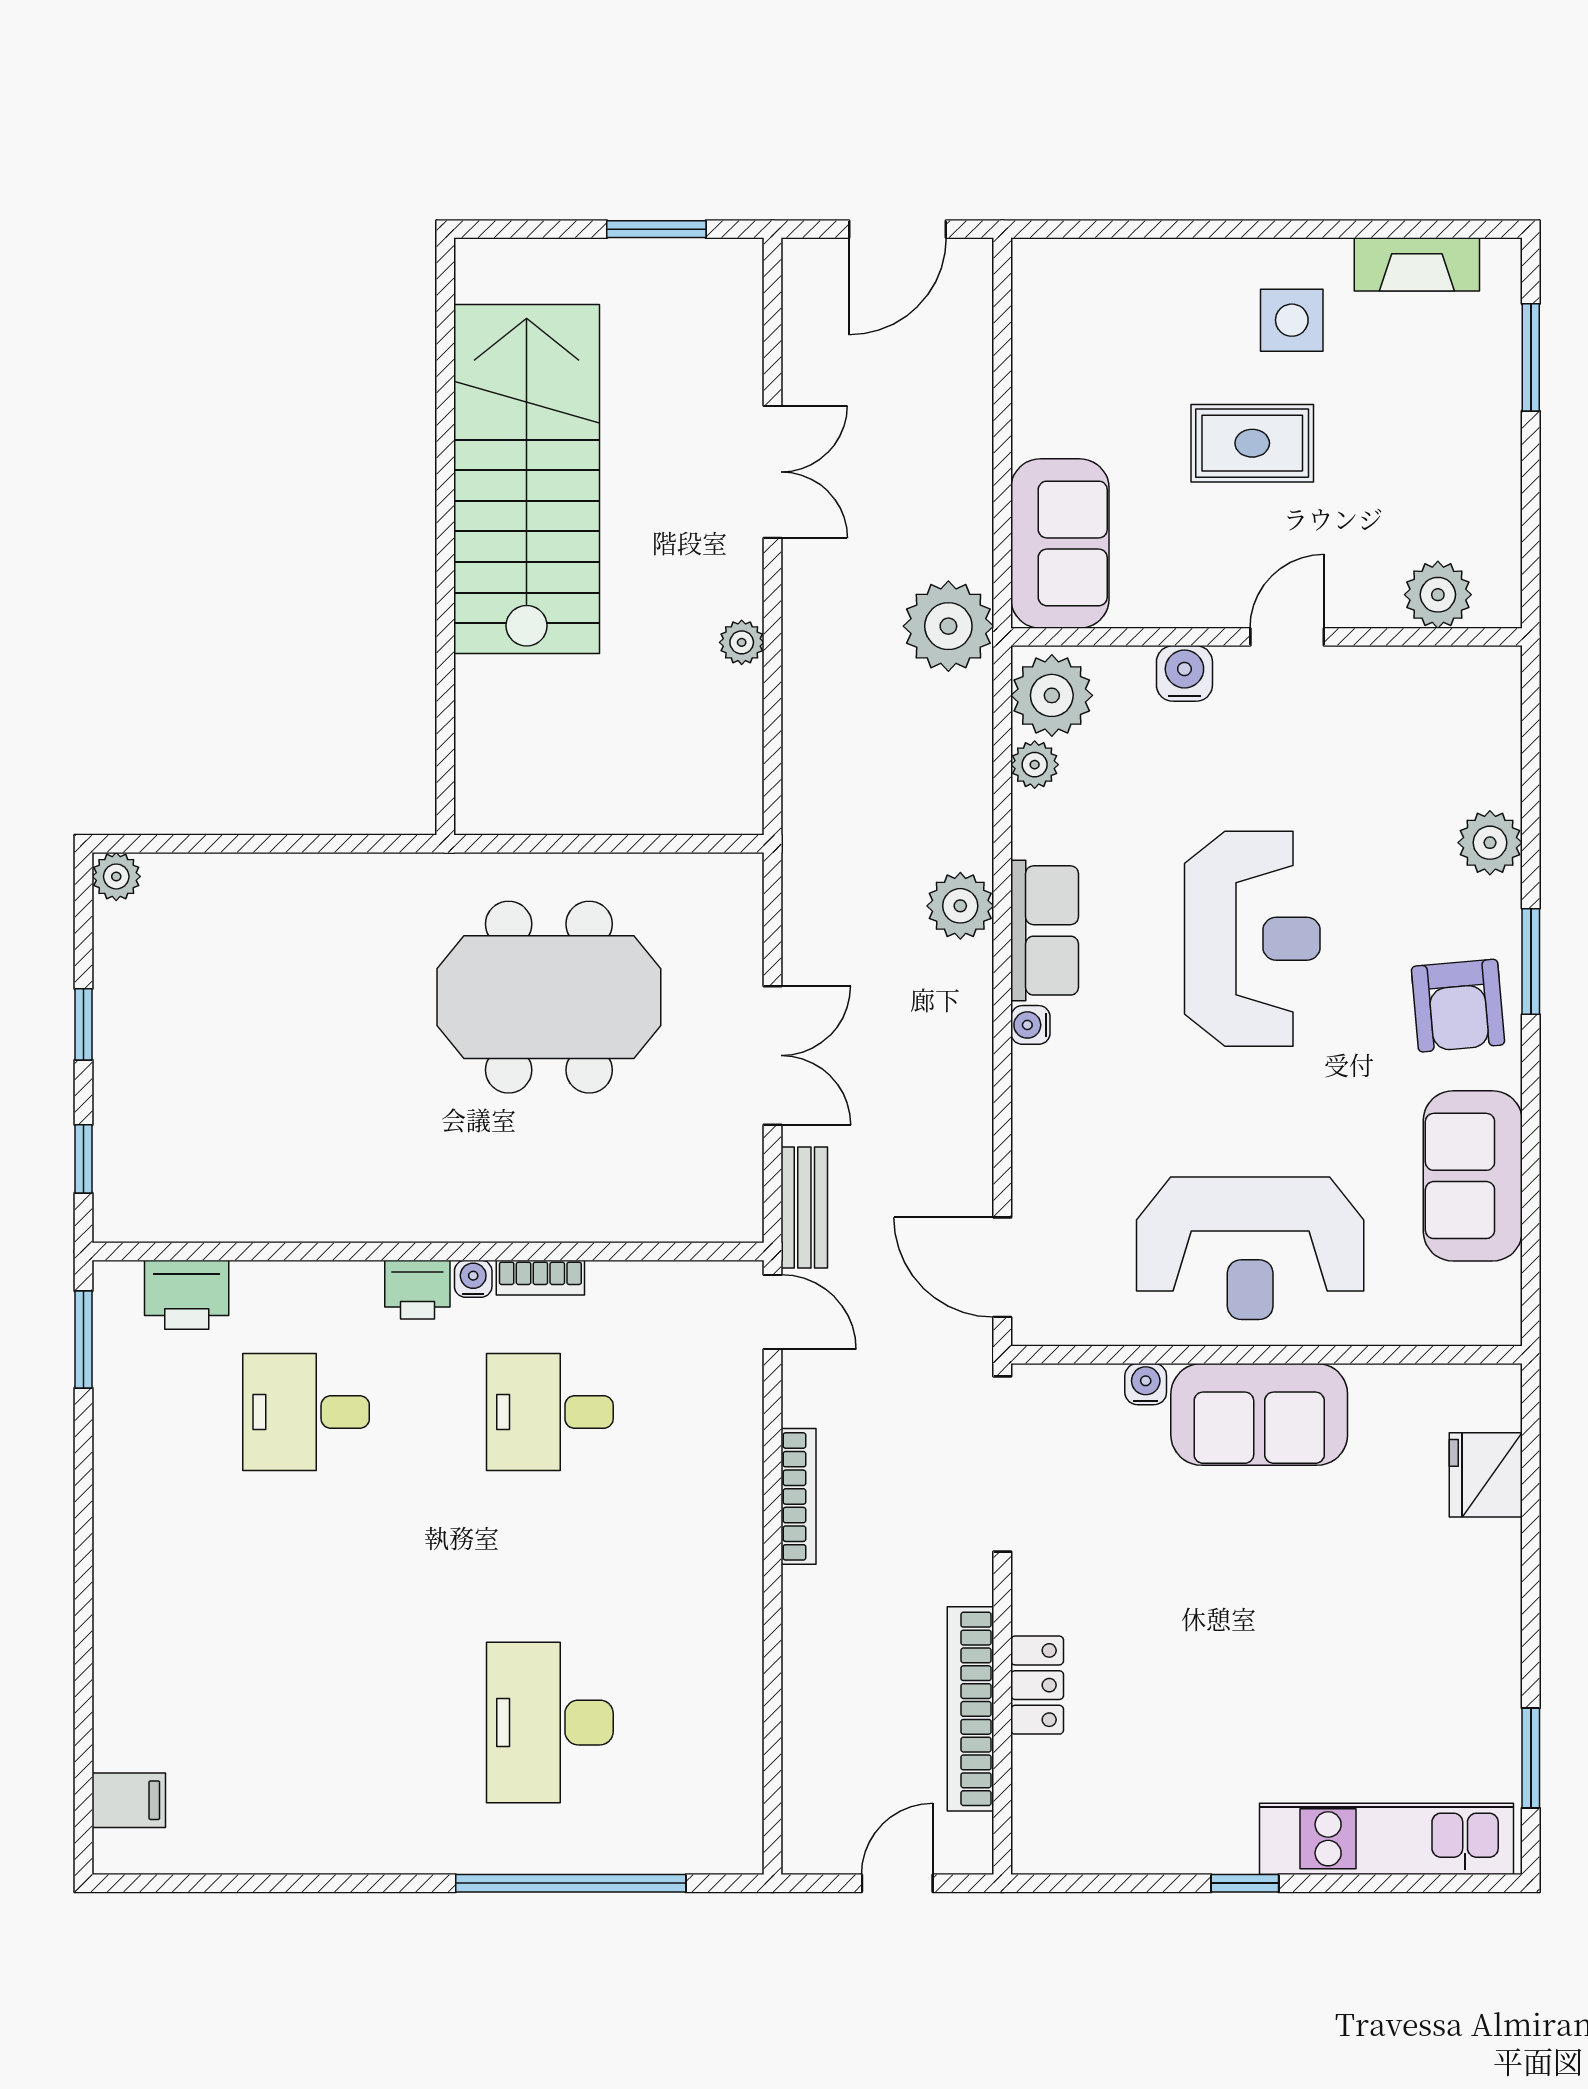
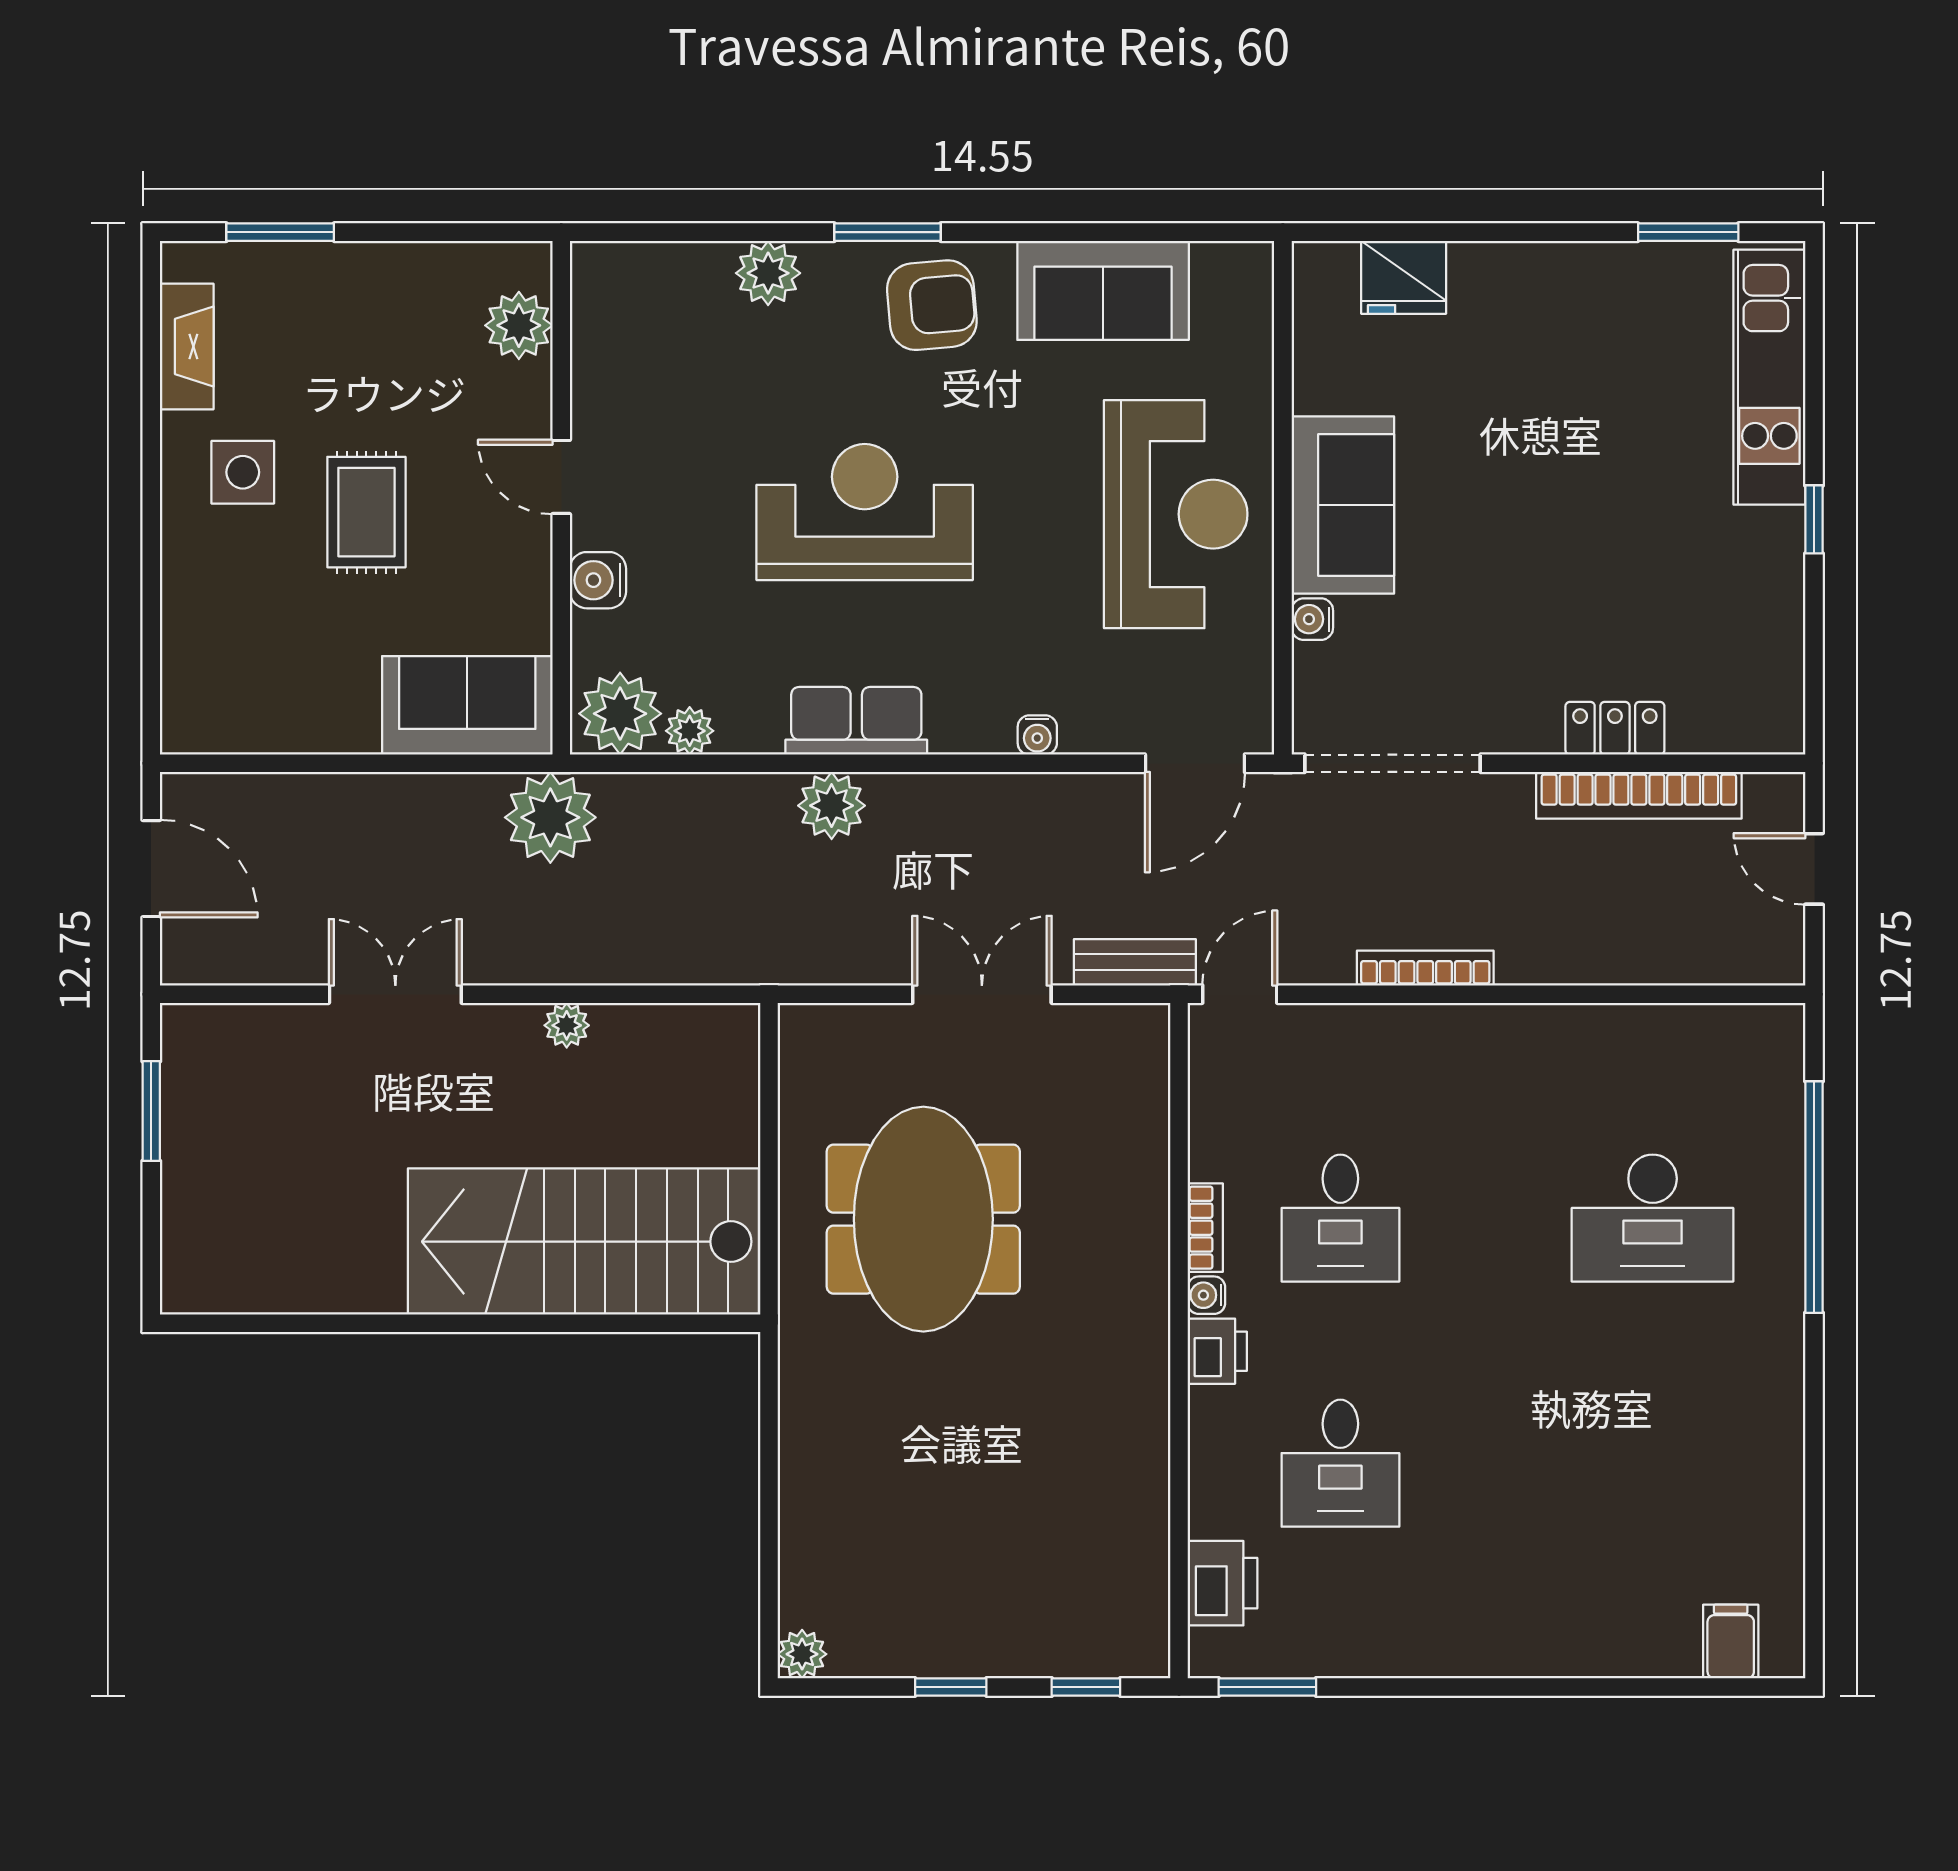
stairs: (527, 479) -> (583, 1242), moved
water cooler: (1030, 1025) -> (1037, 735), moved

